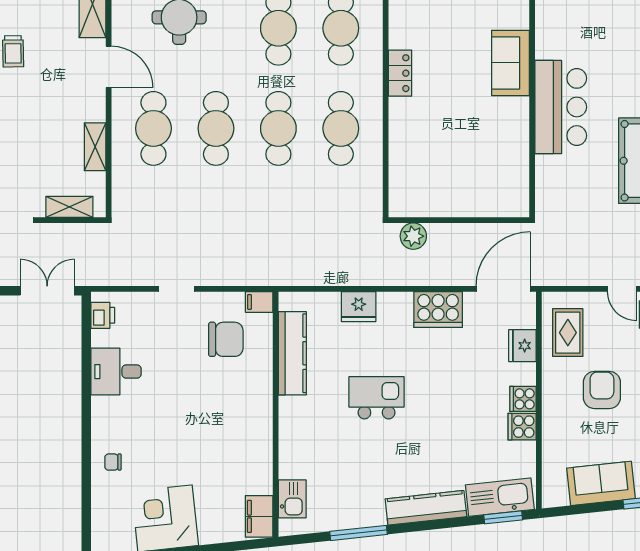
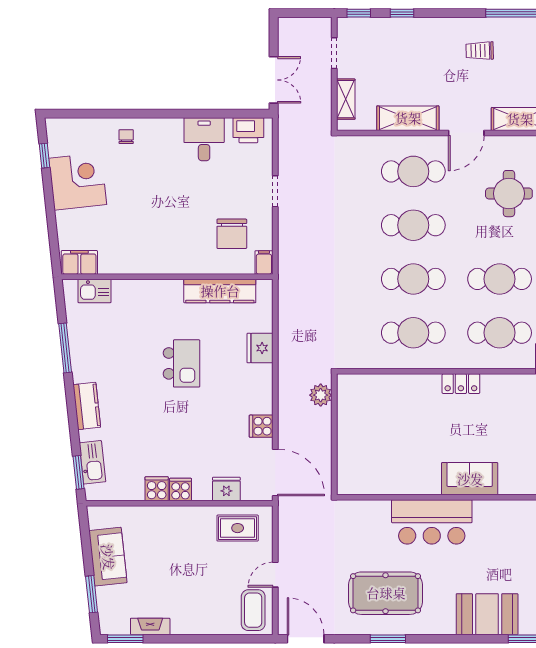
shelving: (95, 147) -> (408, 118), width x1.50, depth x1.33
cooker: (438, 310) -> (261, 426), width x0.53, depth x0.76
printer: (103, 315) -> (248, 130), width x1.36, depth x1.24
armchair: (602, 390) -> (188, 557), removed
kitchen sink: (500, 497) -> (92, 462), width x0.73, depth x0.81
kitchen counter: (426, 508) -> (87, 406), width x0.67

